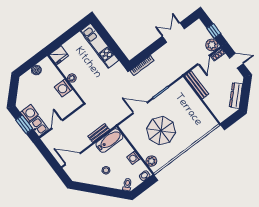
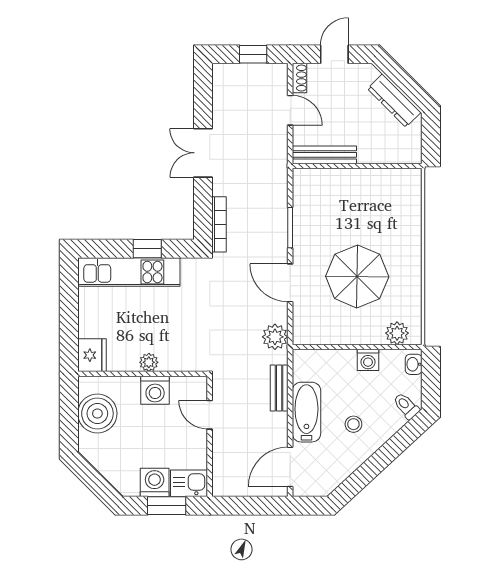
double door: (173, 33) -> (203, 153), moved
plant: (212, 45) -> (275, 337), moved
window: (113, 46) -> (147, 249), added
boiler: (36, 70) -> (97, 413), width x1.86, depth x1.86
door: (140, 108) -> (290, 283), hinge flipped
door: (57, 124) -> (210, 415), moved
bathtub: (109, 141) -> (306, 412), moved

